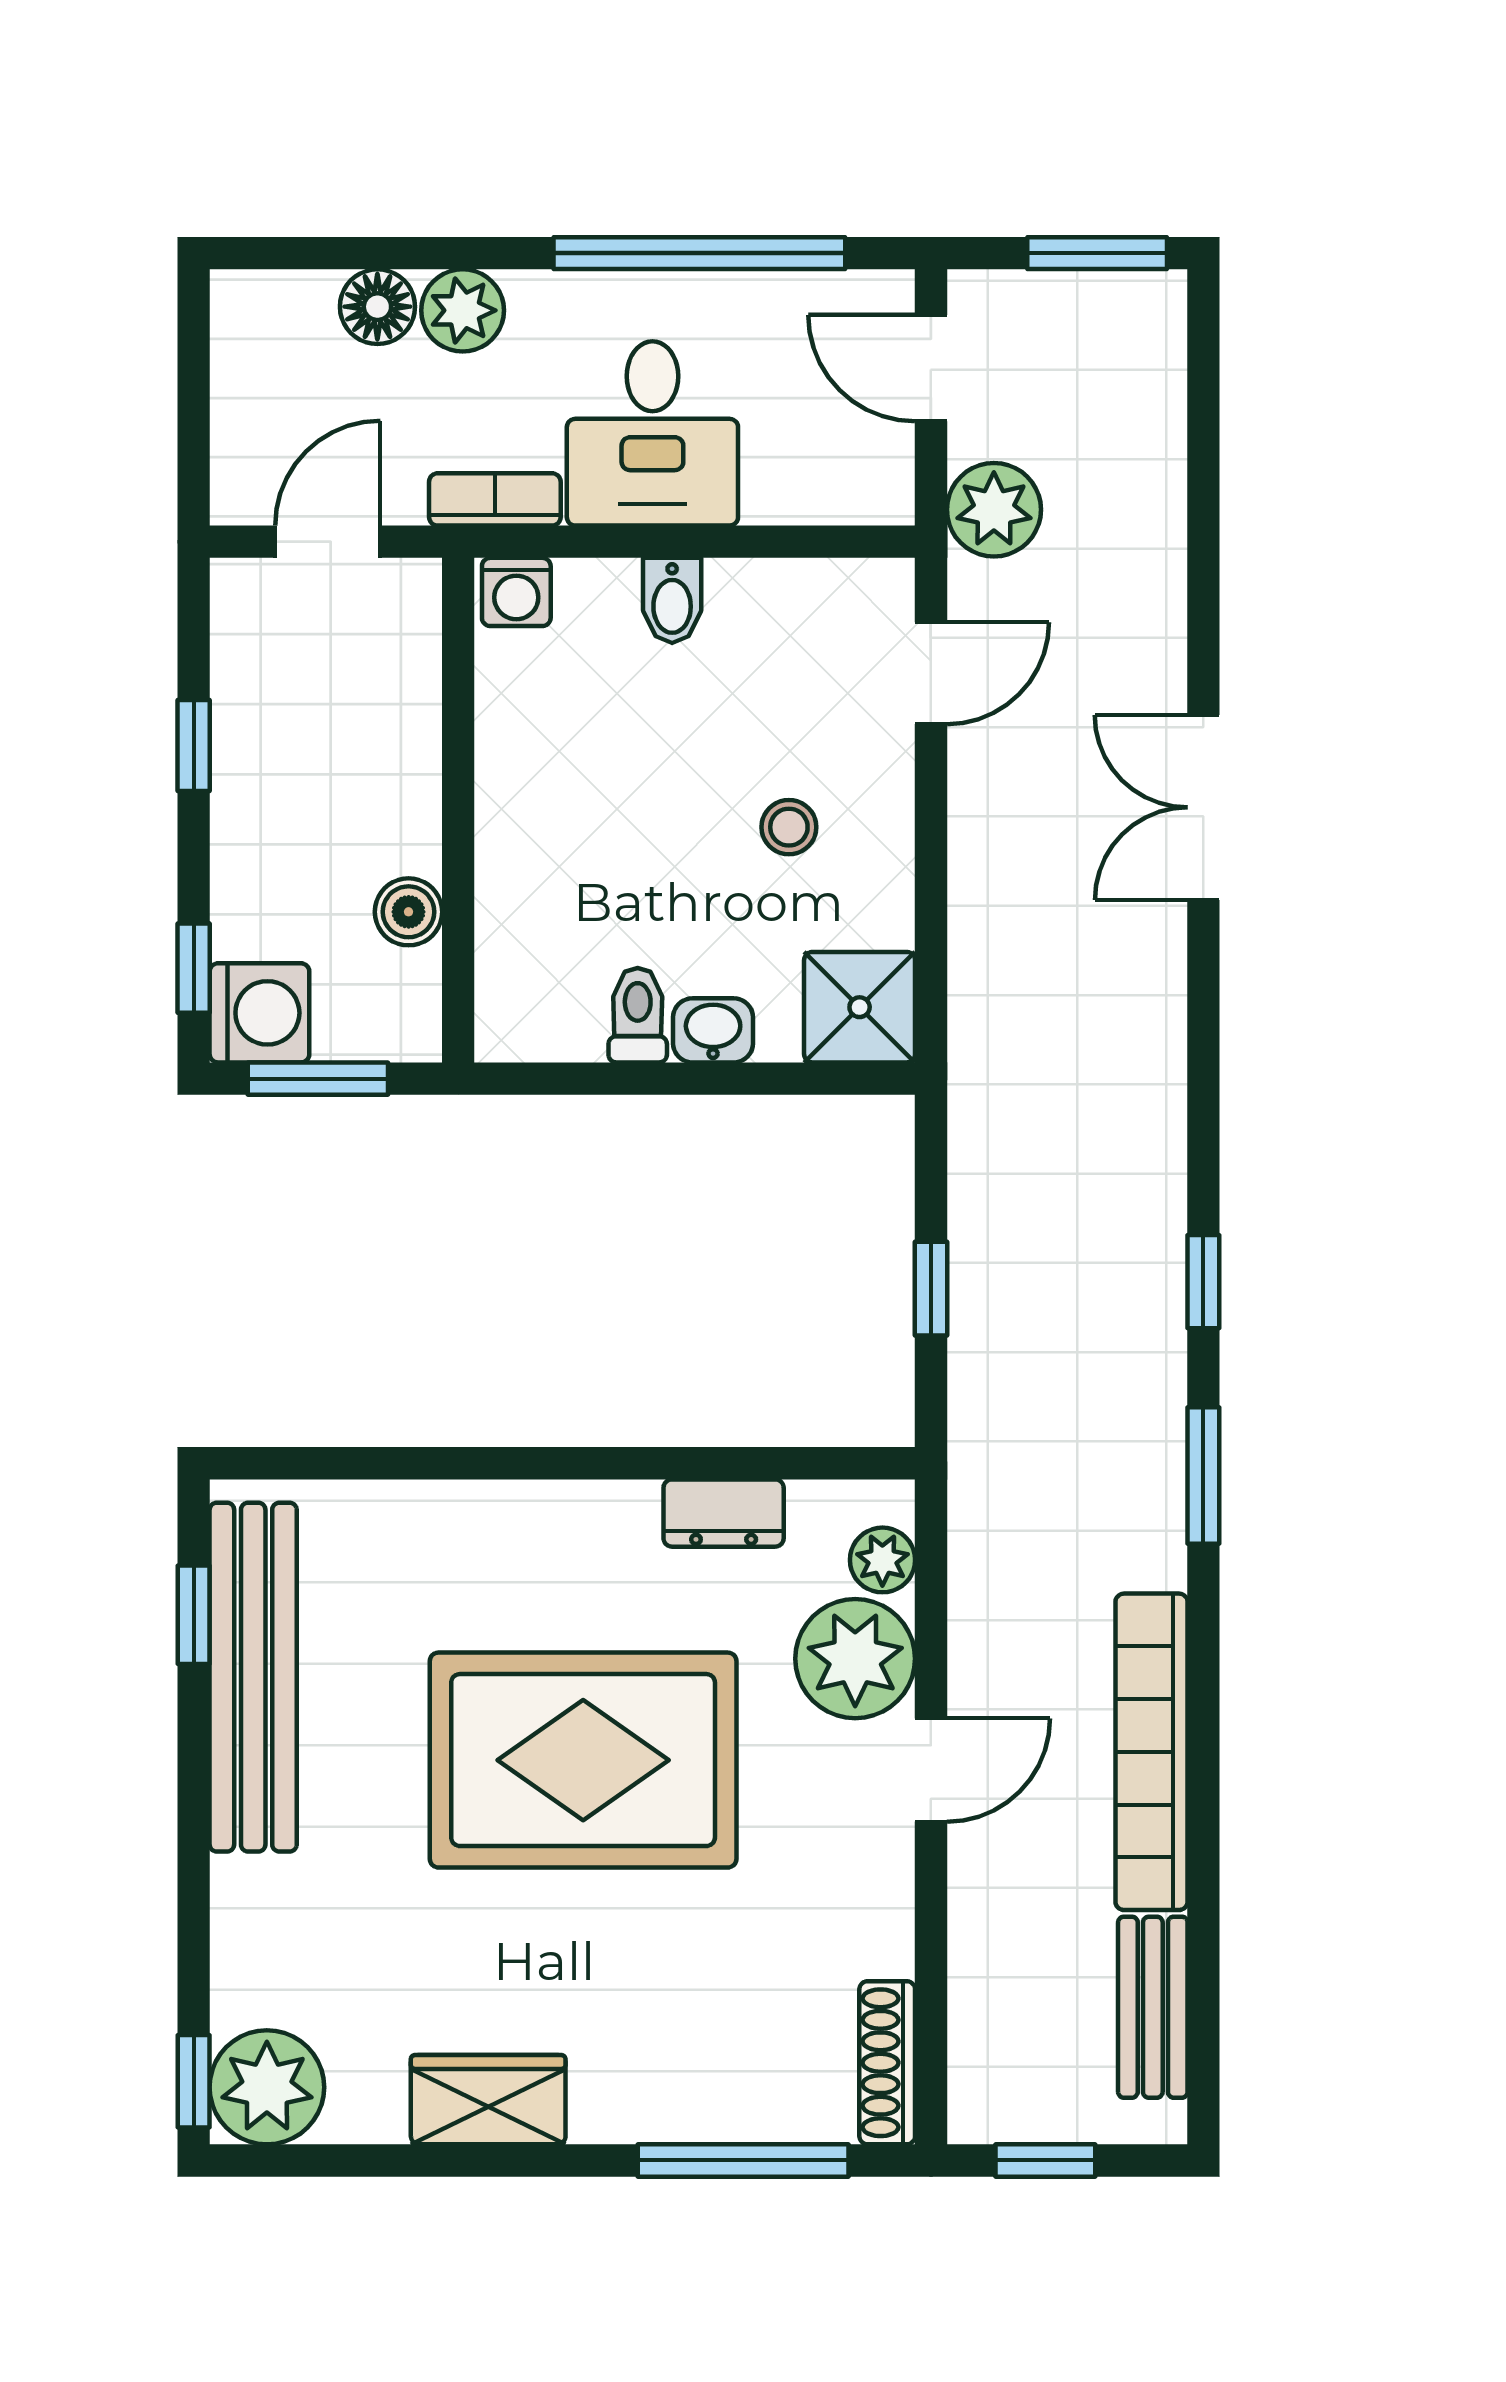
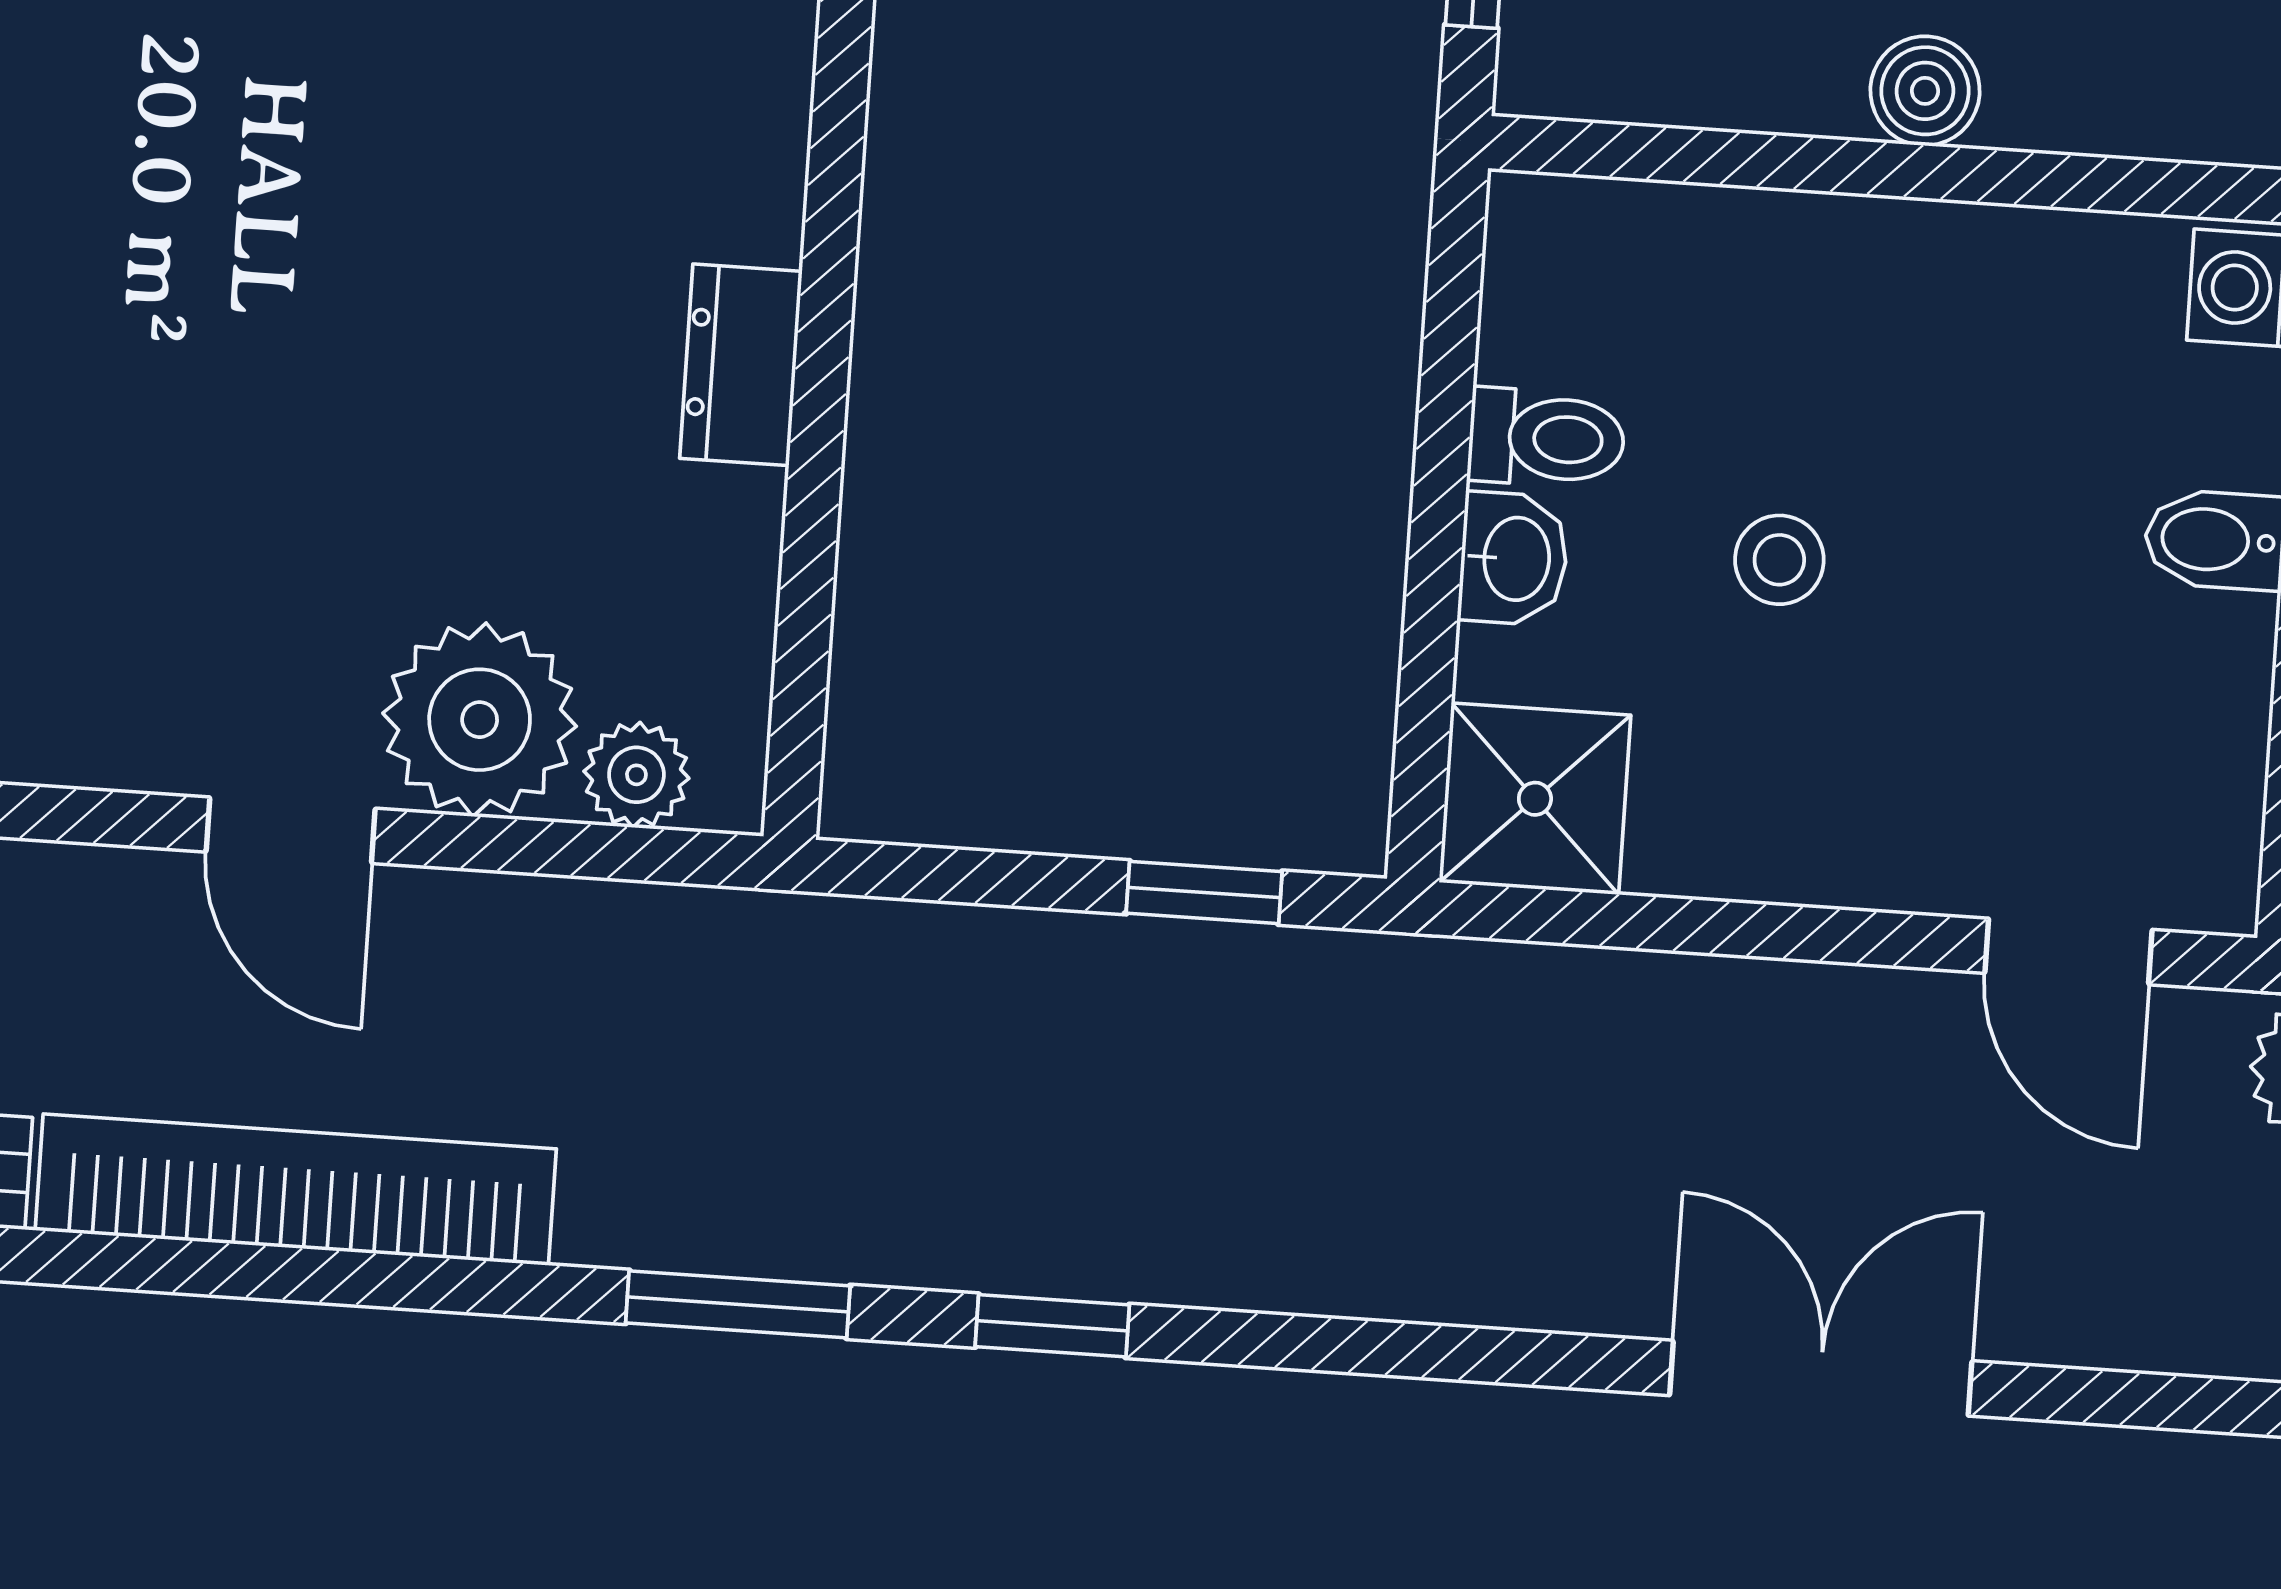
stool: (789, 827) -> (1779, 560), moved
boiler: (409, 912) -> (1925, 91), moved
window: (931, 1289) -> (1204, 892), moved
dresser: (724, 1513) -> (741, 365), moved
rug: (583, 1760) -> (345, 267), removed

